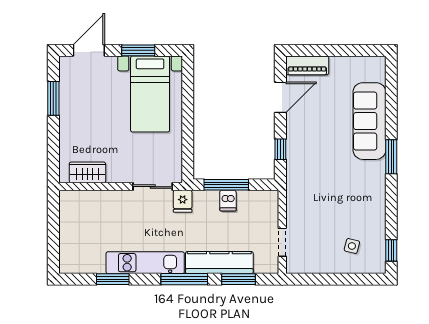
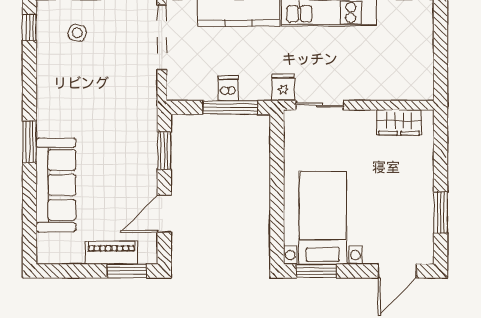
window: (138, 50) -> (316, 271), moved
window: (311, 50) -> (127, 271), added
piano: (307, 65) -> (111, 253), moved
window: (280, 149) -> (164, 151), width x1.50
doorway: (282, 242) -> (162, 37), width x1.88

